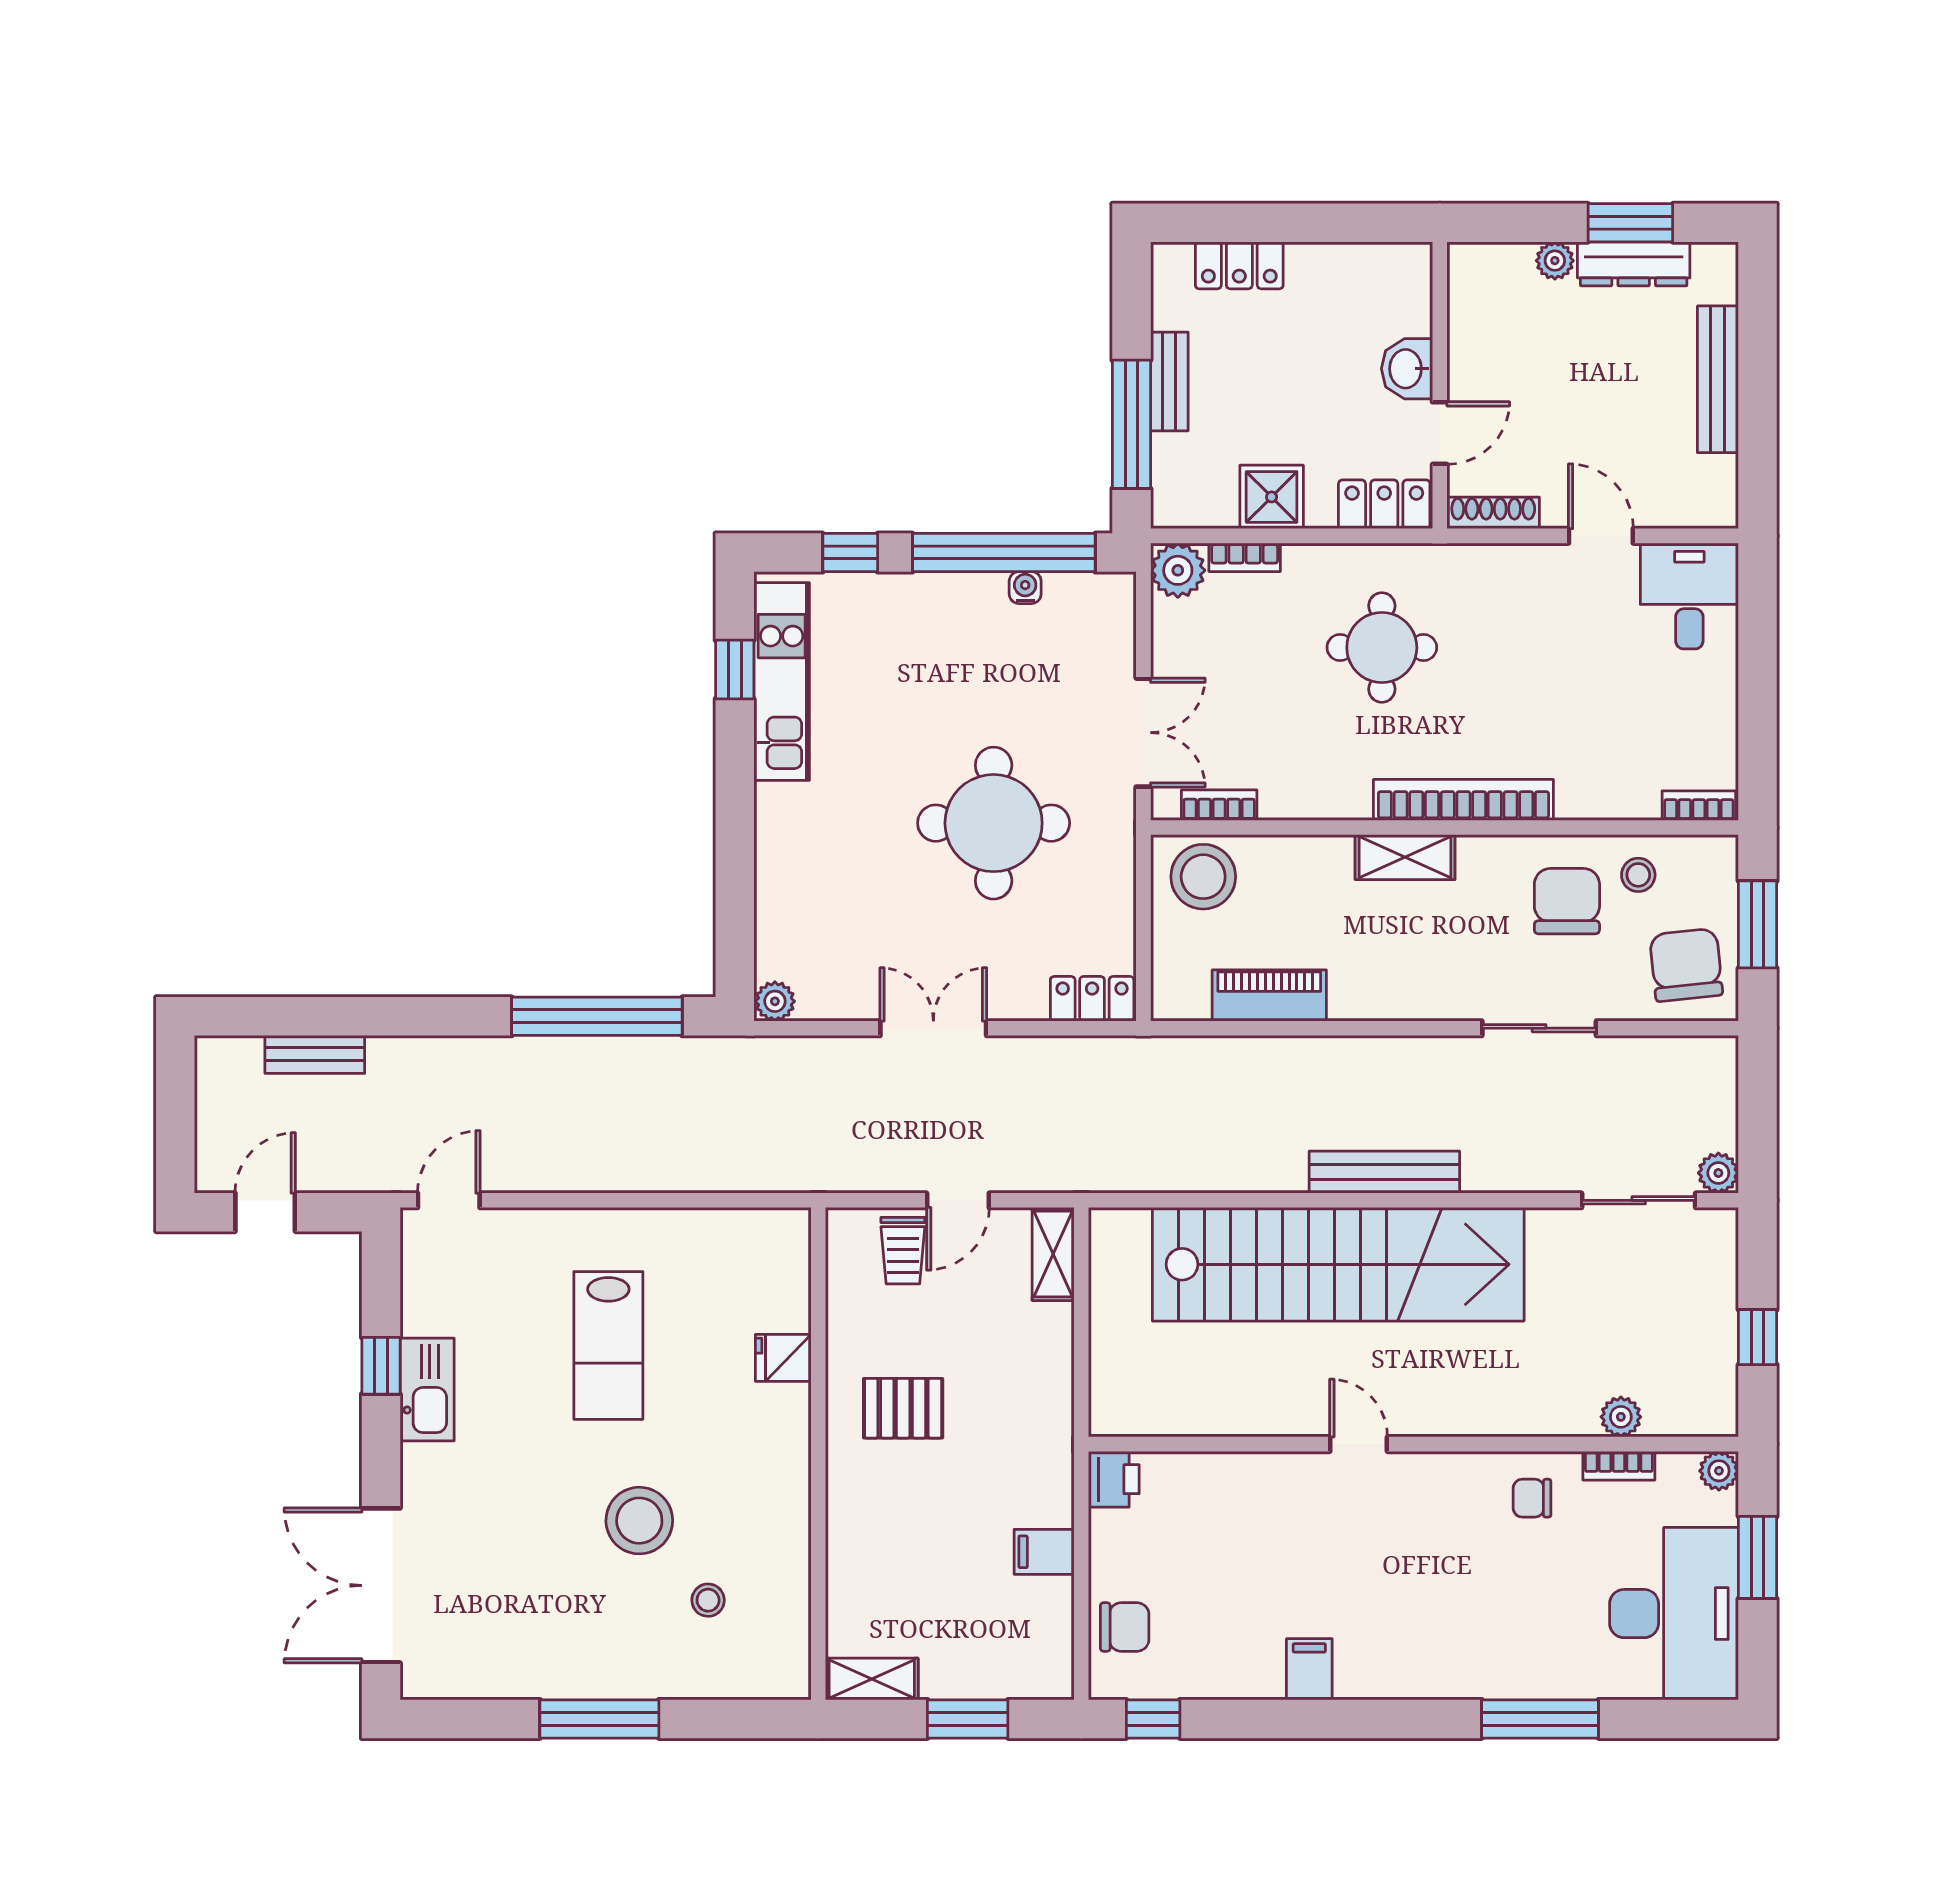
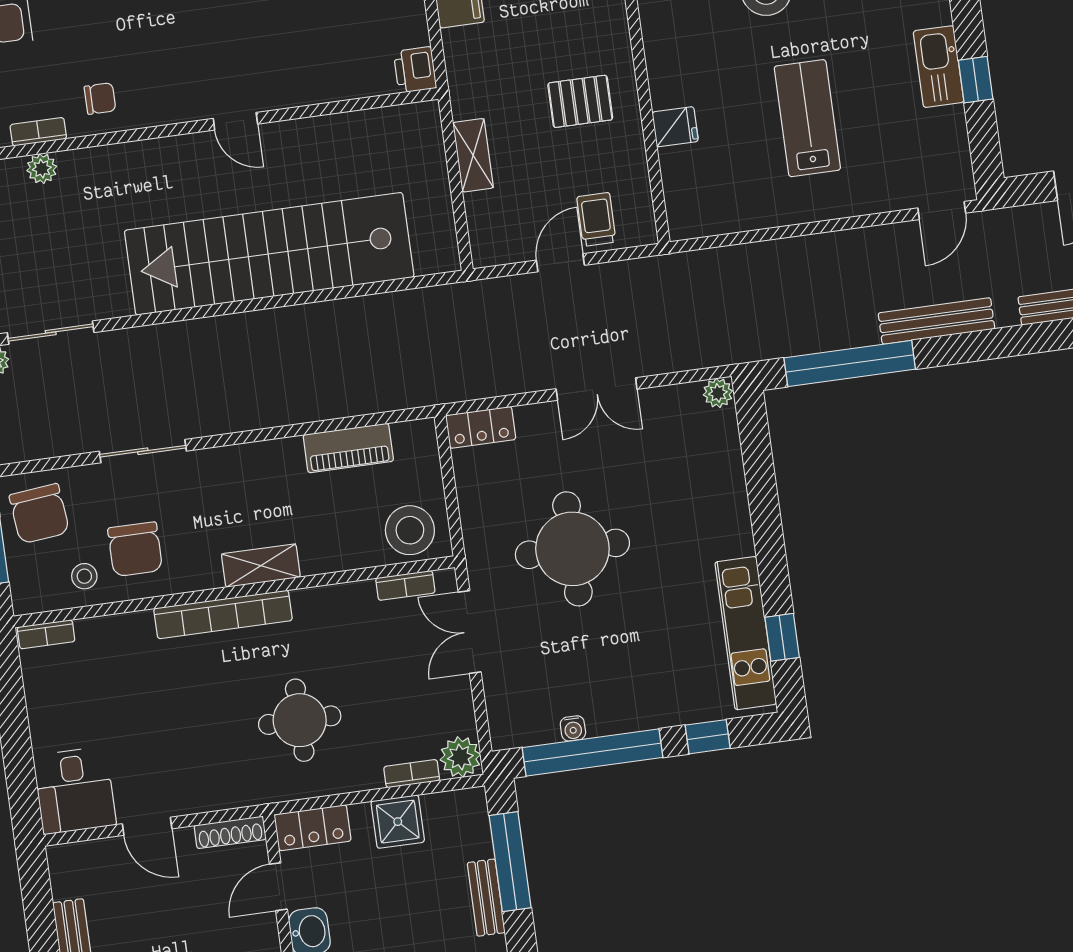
bench: (1384, 1172) -> (936, 321), moved
shelving: (1053, 1254) -> (473, 155), moved

